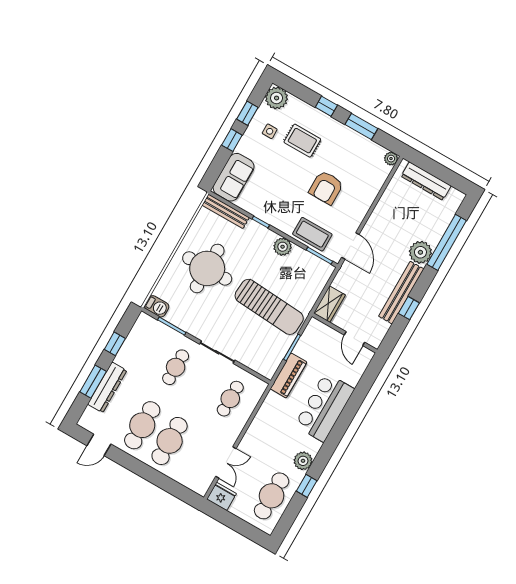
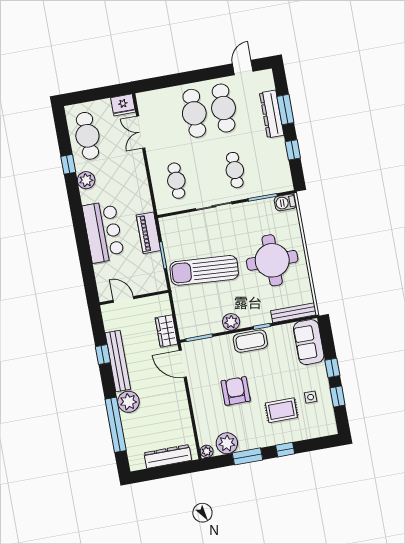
plant: (277, 98) -> (227, 443), moved
coffee table: (312, 234) -> (250, 341), moved
wardrobe: (329, 304) -> (166, 331), moved

